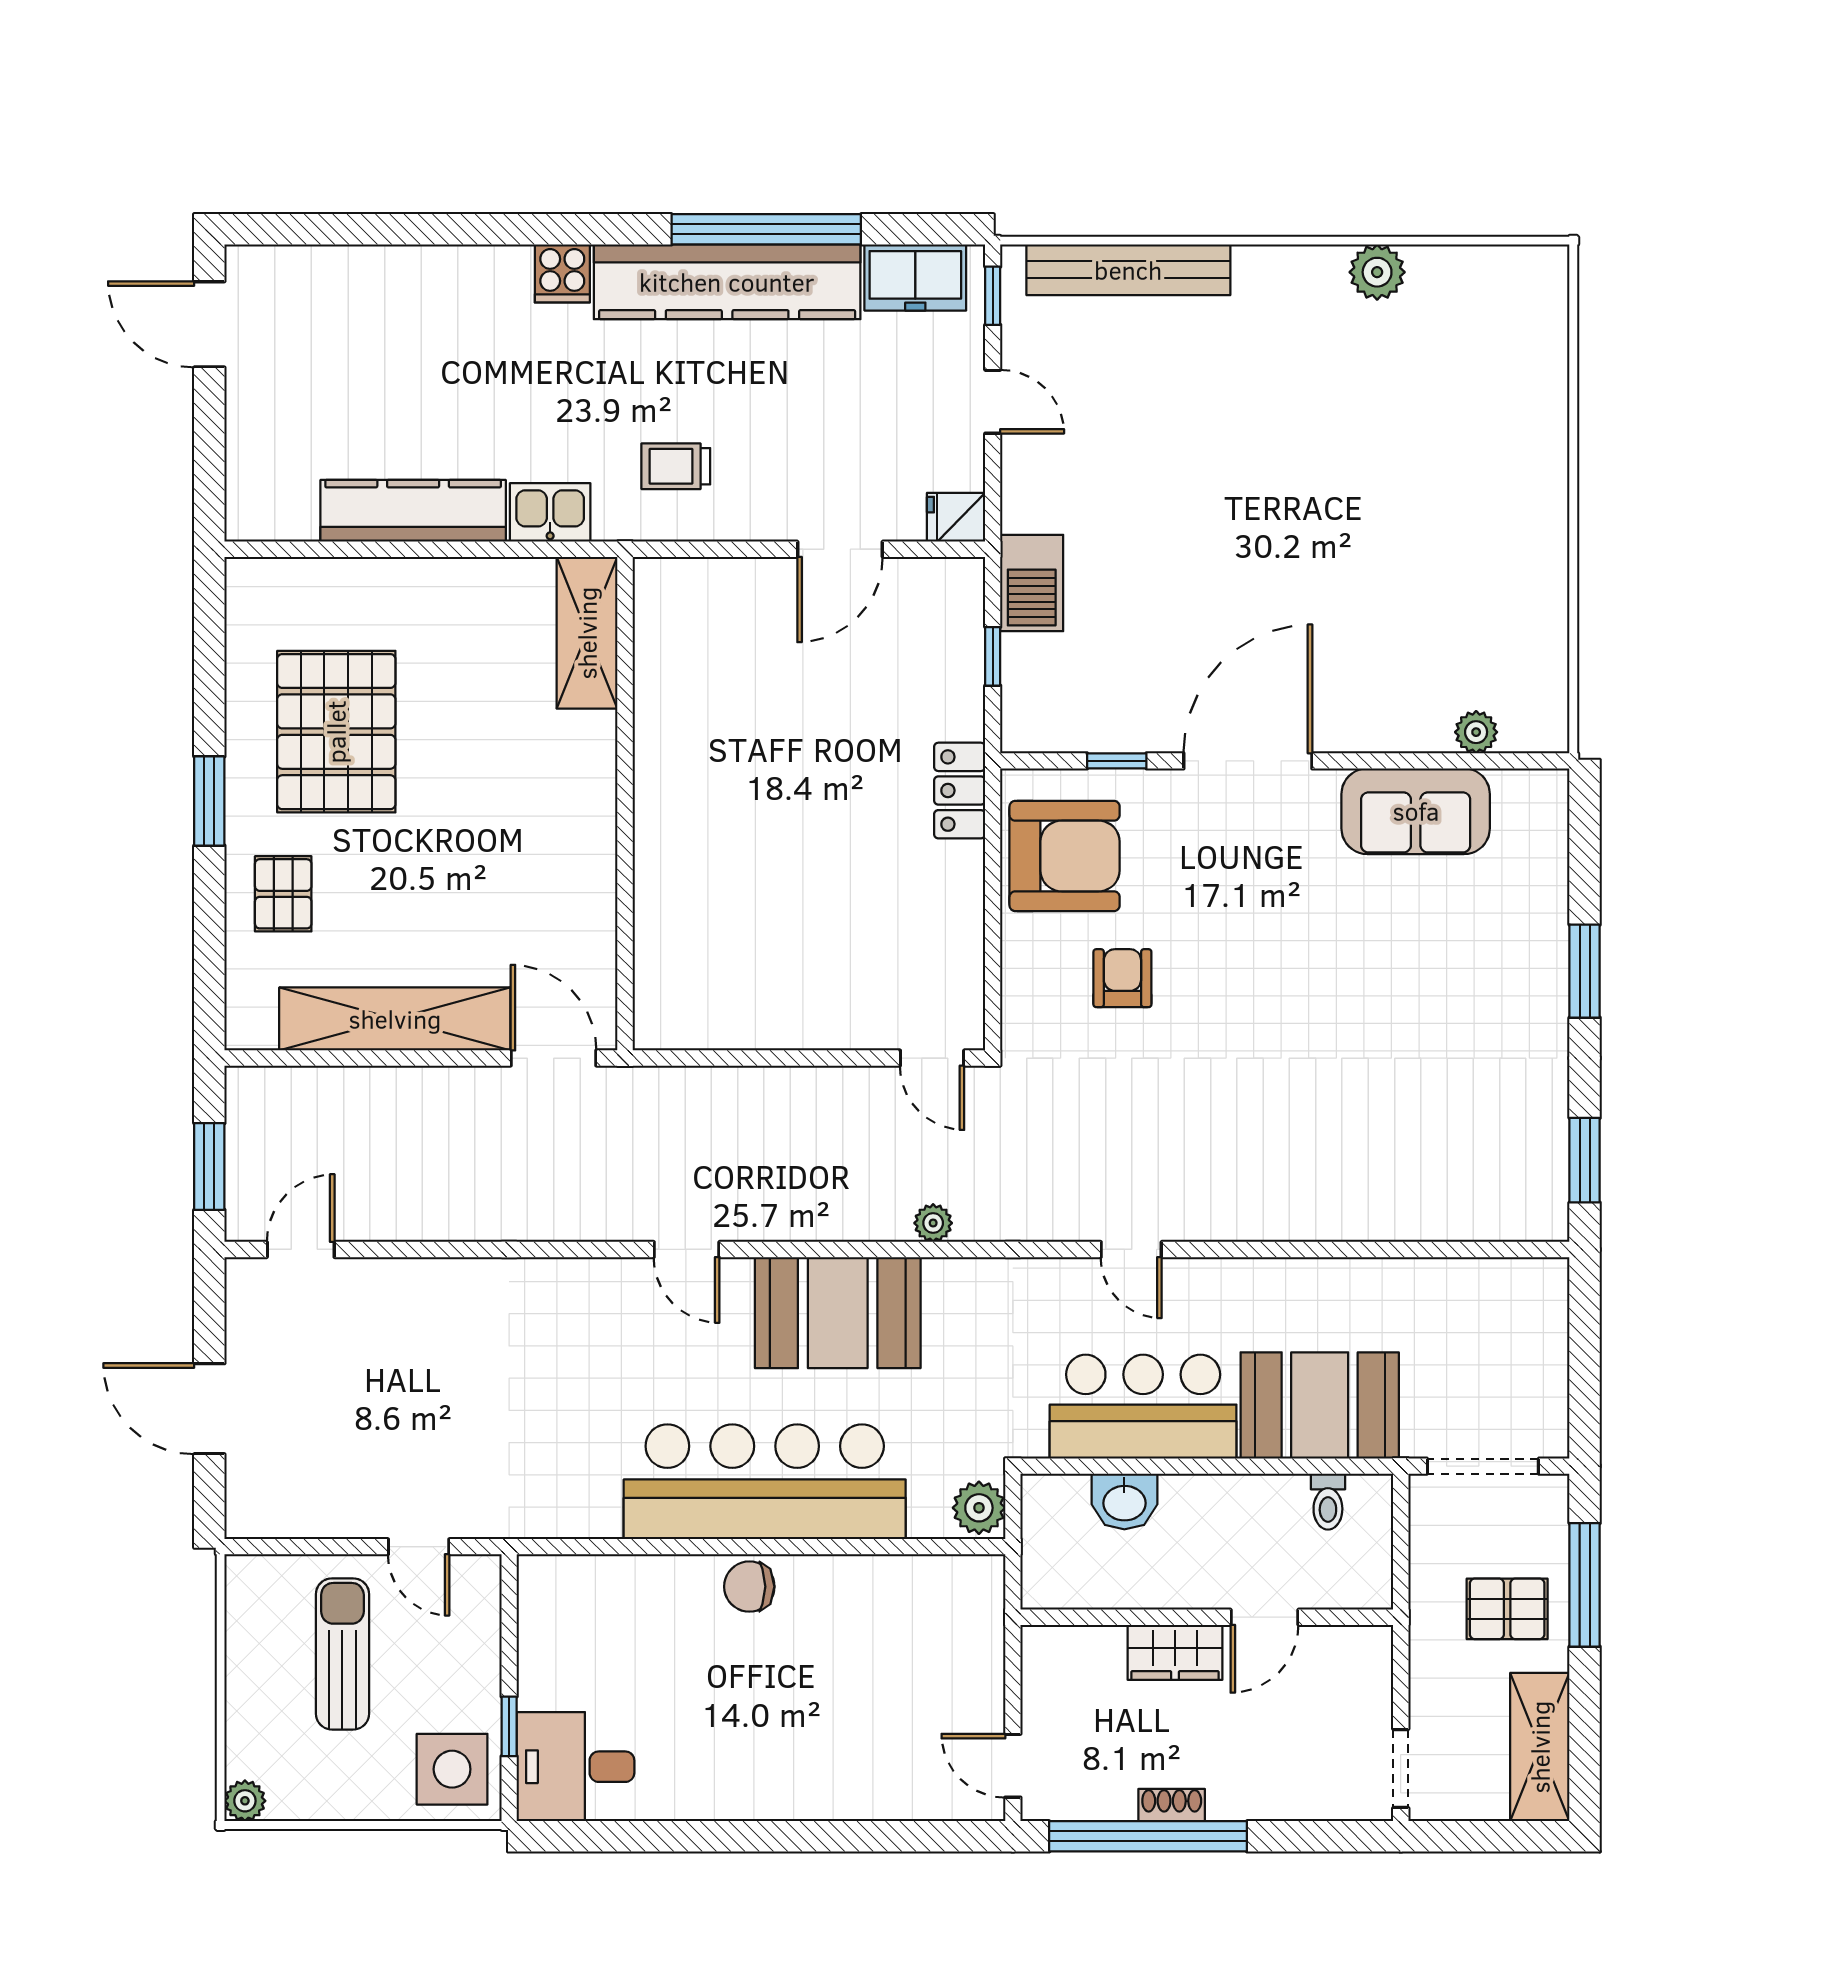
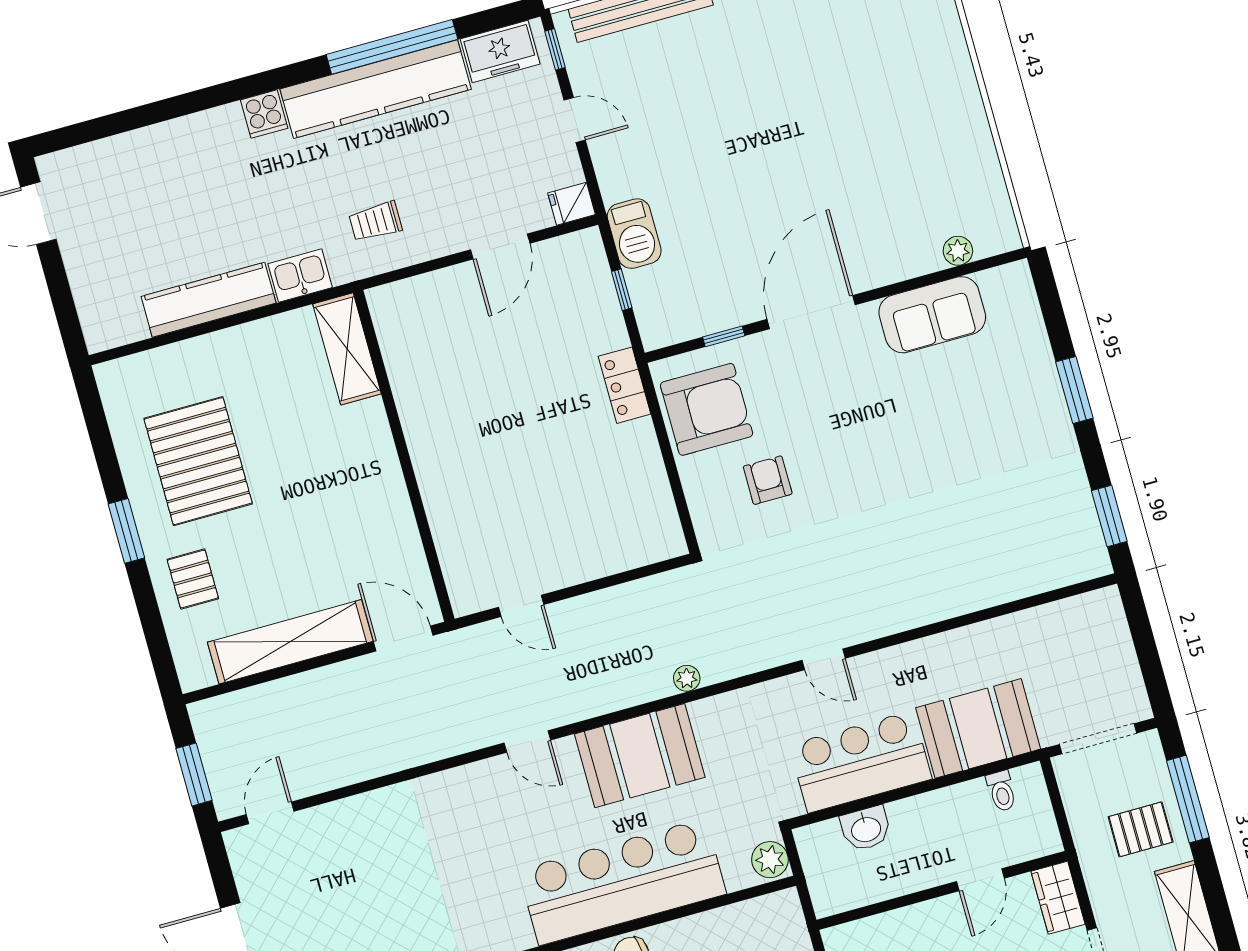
door: (932, 1058) -> (521, 606), moved
wardrobe: (1175, 1652) -> (1058, 898), moved, turned 90

